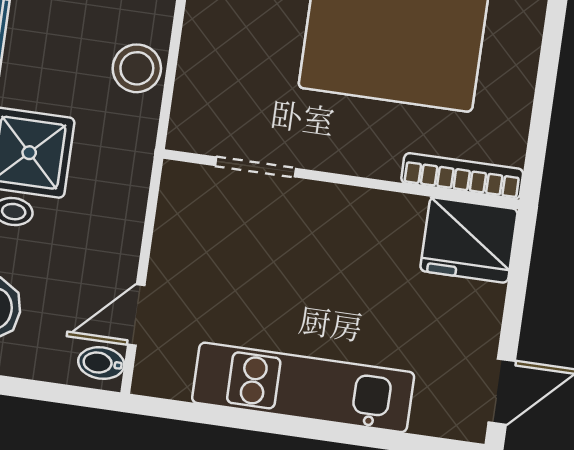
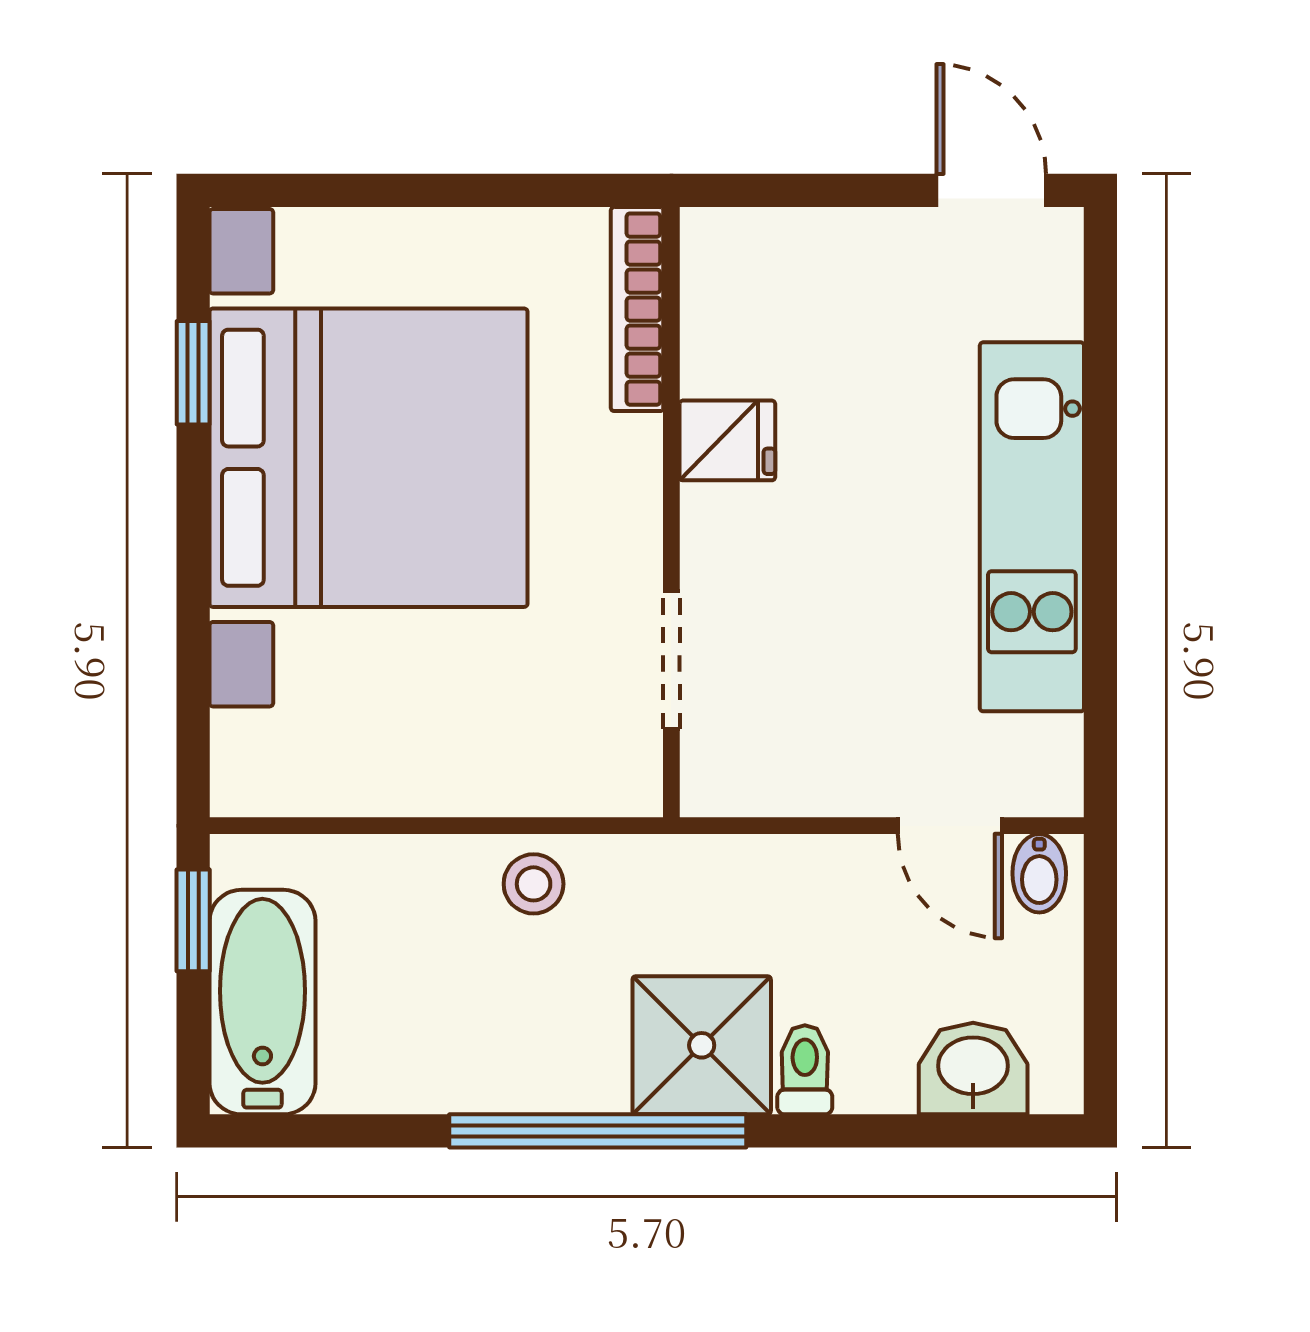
stool: (137, 68) -> (534, 884), width x0.73, depth x0.73
fridge: (469, 240) -> (727, 440), moved, width x0.53, depth x0.75

